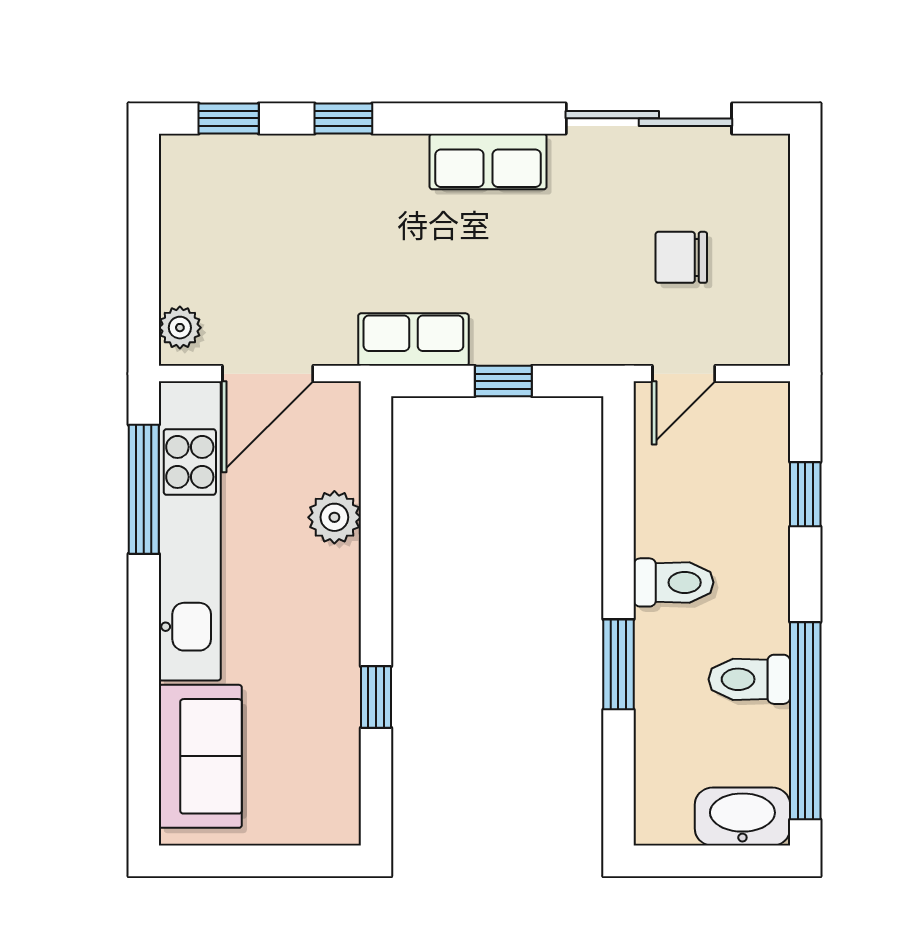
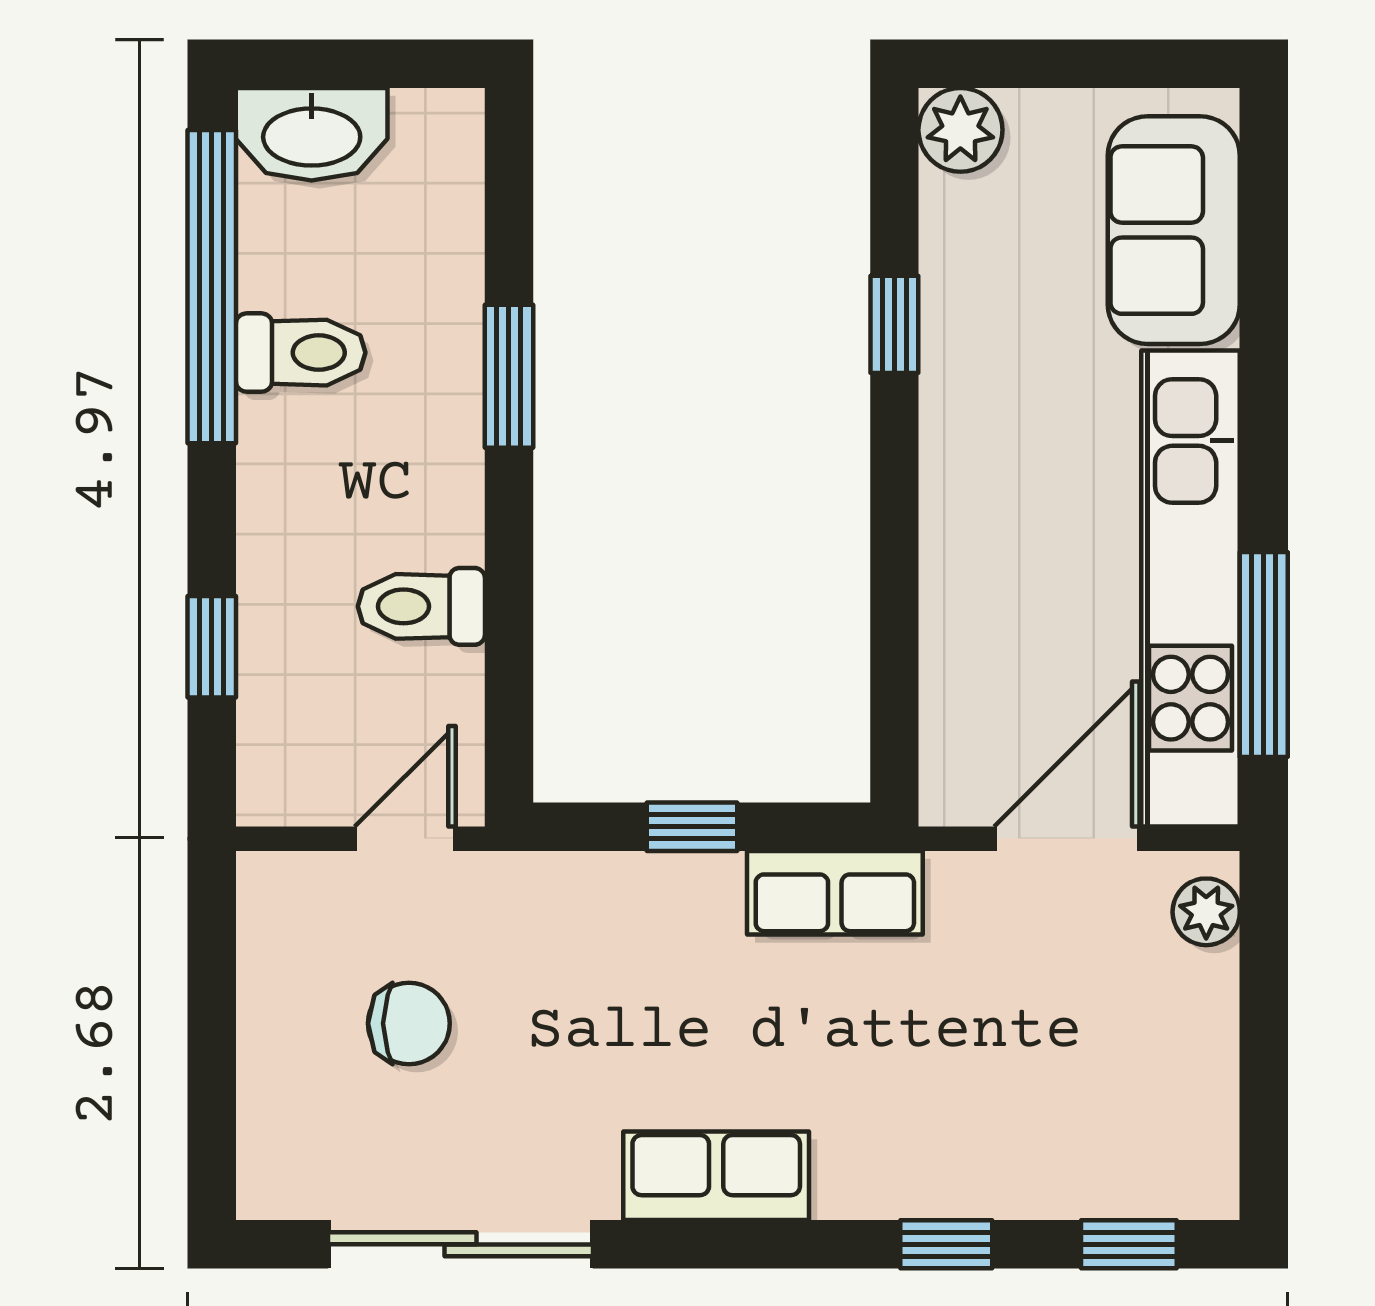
plant: (334, 517) -> (960, 130), moved
toilet: (673, 582) -> (421, 606), moved

